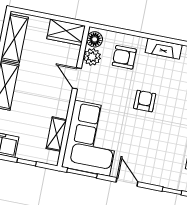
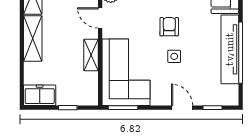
side table: (144, 132) -> (174, 56), added
shelving: (56, 134) -> (91, 55), moved
door: (127, 182) -> (182, 108), moved

